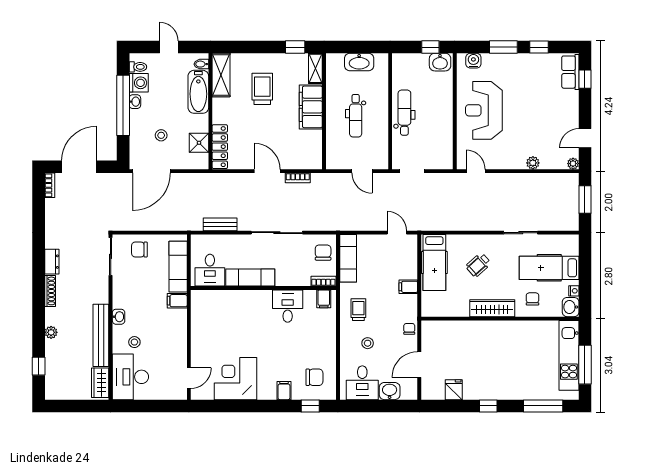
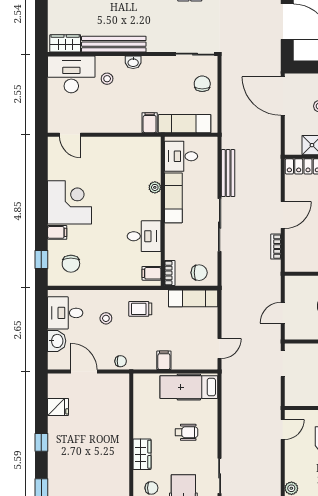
bench: (220, 224) -> (228, 173), width x1.36
wheelchair: (478, 265) -> (186, 432), turned 132
plant: (240, 296) -> (155, 187), added
wardrobe: (492, 308) -> (142, 454), width x0.67
trolley: (358, 310) -> (140, 309), turned 180
corner desk: (236, 379) -> (70, 202), moved

